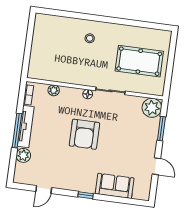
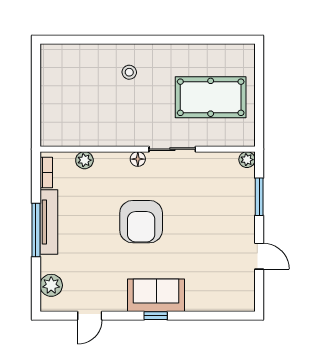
plant: (152, 108) -> (247, 160), width x0.53, depth x0.53
plant: (23, 155) -> (51, 285), moved
sofa: (115, 186) -> (156, 295), moved

